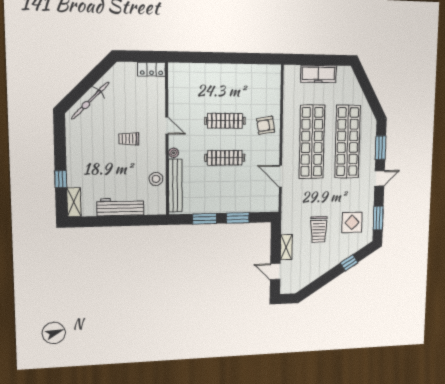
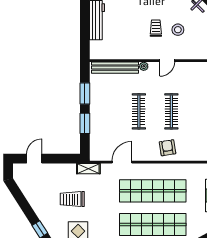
stool: (156, 179) -> (178, 30), moved
shelving: (286, 247) -> (88, 169), moved

